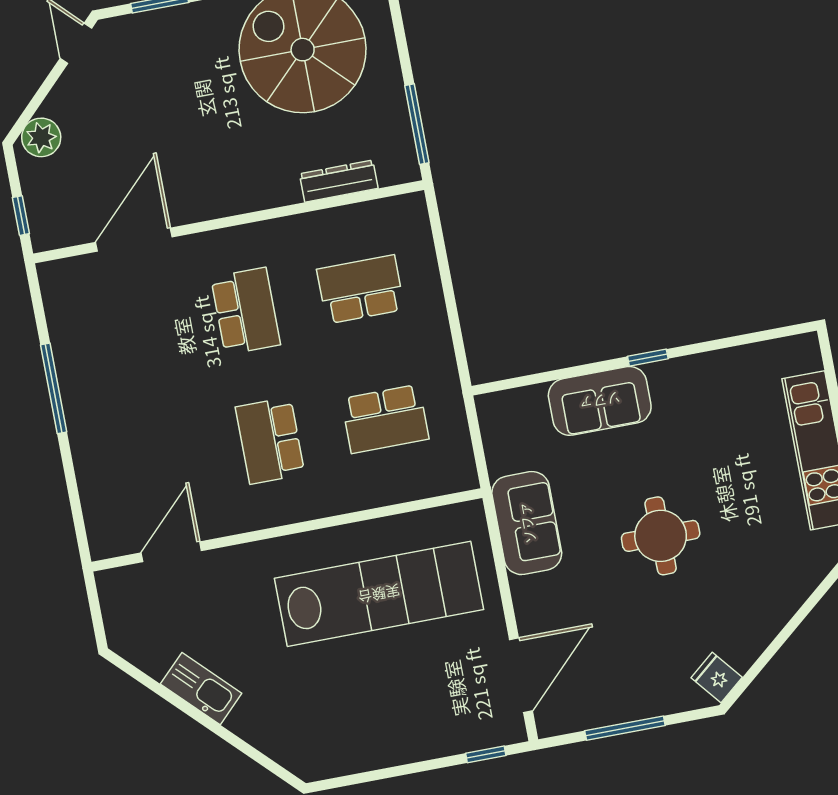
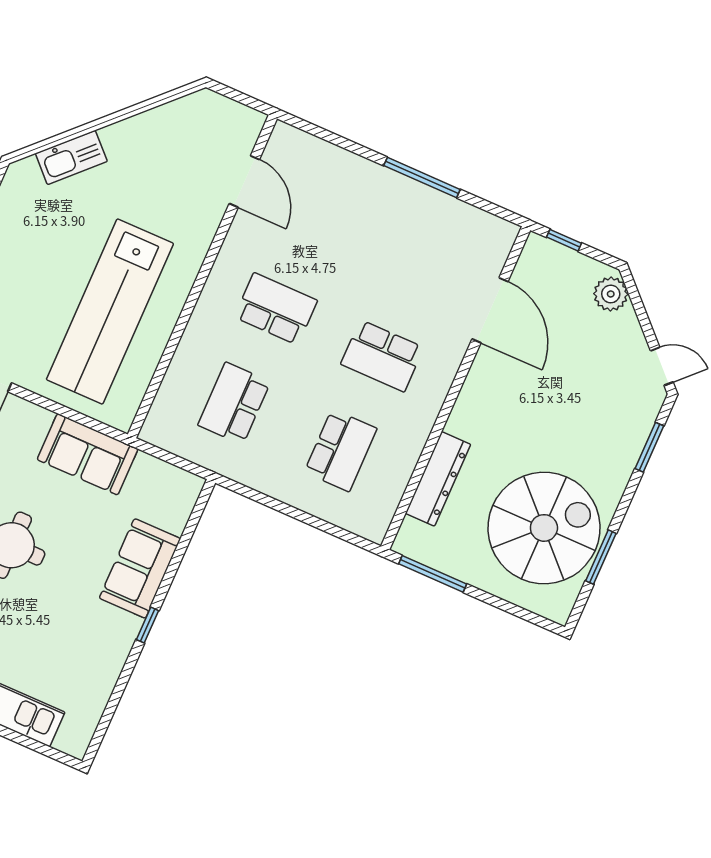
dresser: (339, 181) -> (438, 479), width x1.37, depth x1.24
kitchen sink: (201, 689) -> (71, 157), moved

